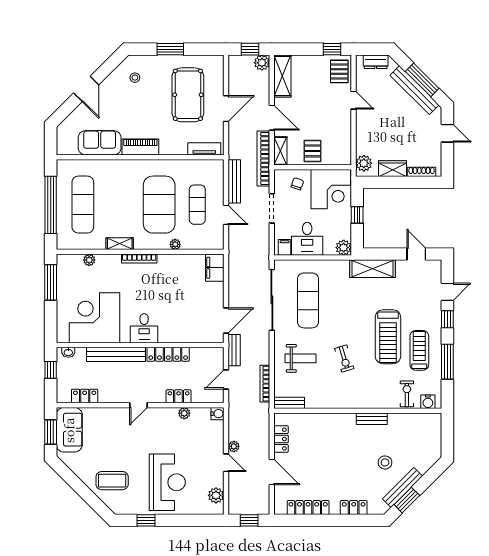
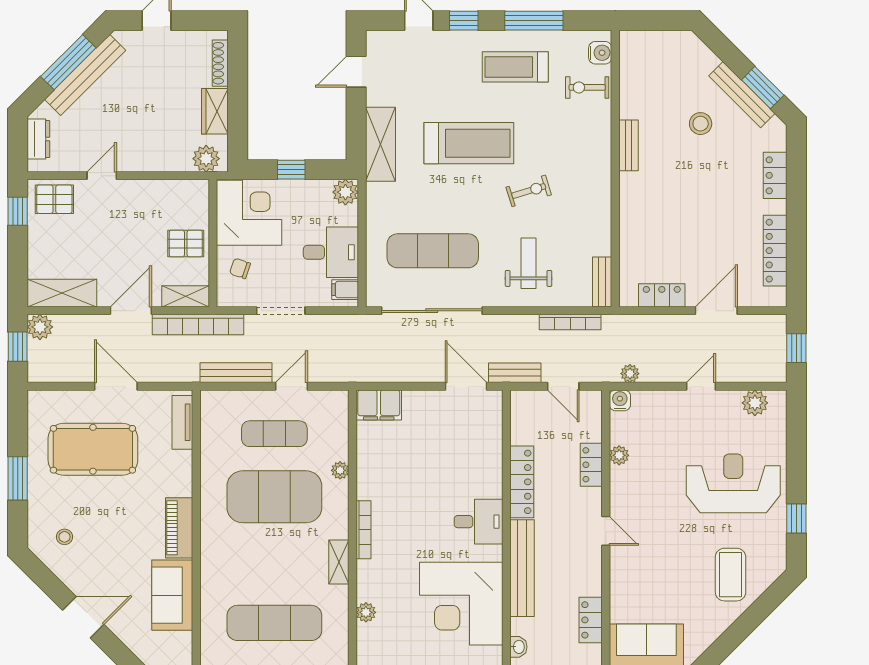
treadmill: (388, 337) -> (469, 143), moved
plant: (234, 446) -> (630, 374), moved

